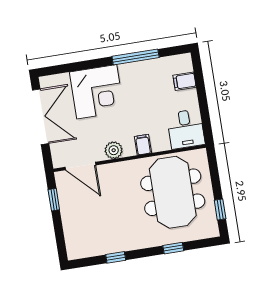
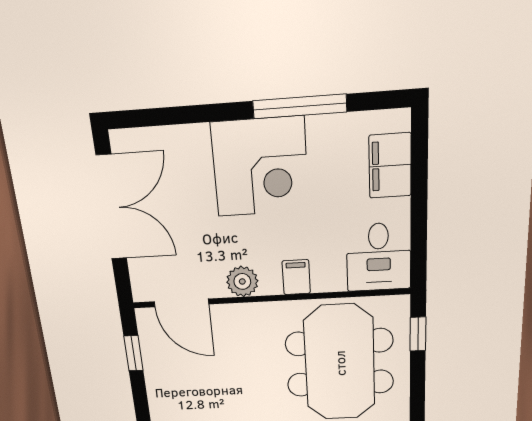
filing cabinet: (185, 81) -> (390, 166), width x2.00
corner desk: (97, 92) -> (260, 167), moved
window: (220, 210) -> (418, 334), moved

